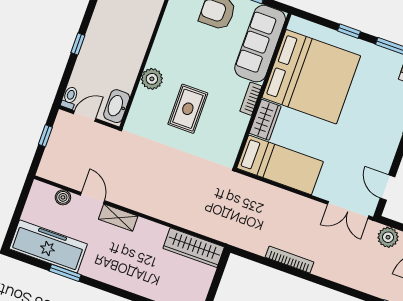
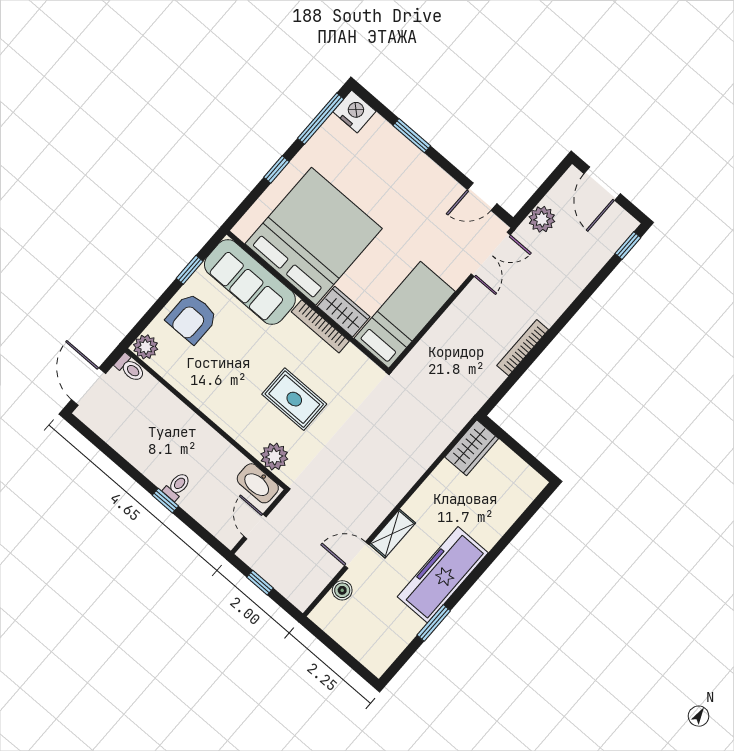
plant: (152, 79) -> (274, 457), moved
toilet: (70, 98) -> (177, 486), moved, turned 90
bookcase: (251, 99) -> (320, 326), width x1.56
freezer: (48, 246) -> (443, 575), moved
wardrobe: (194, 248) -> (472, 448), width x0.67

